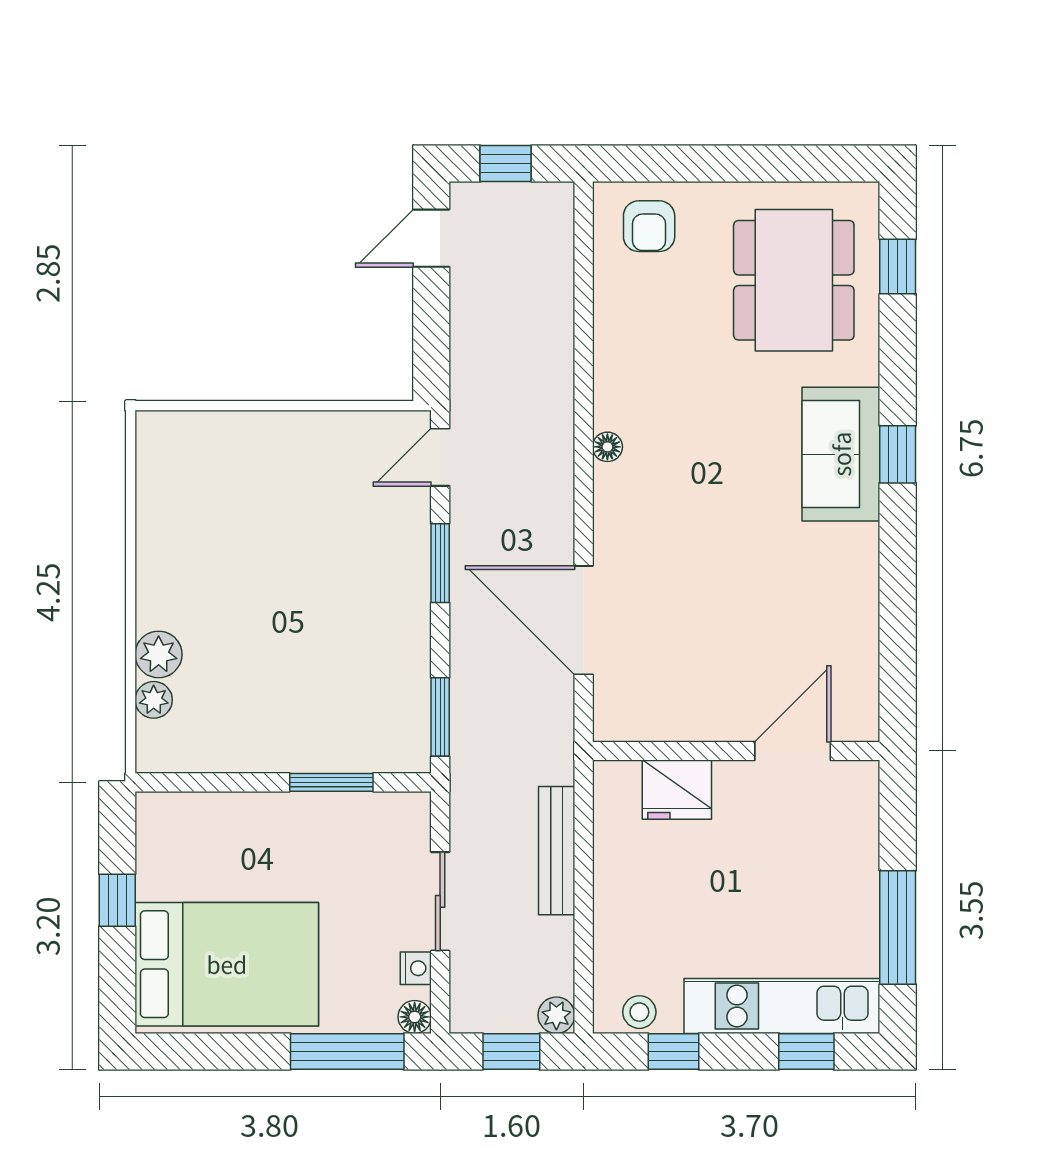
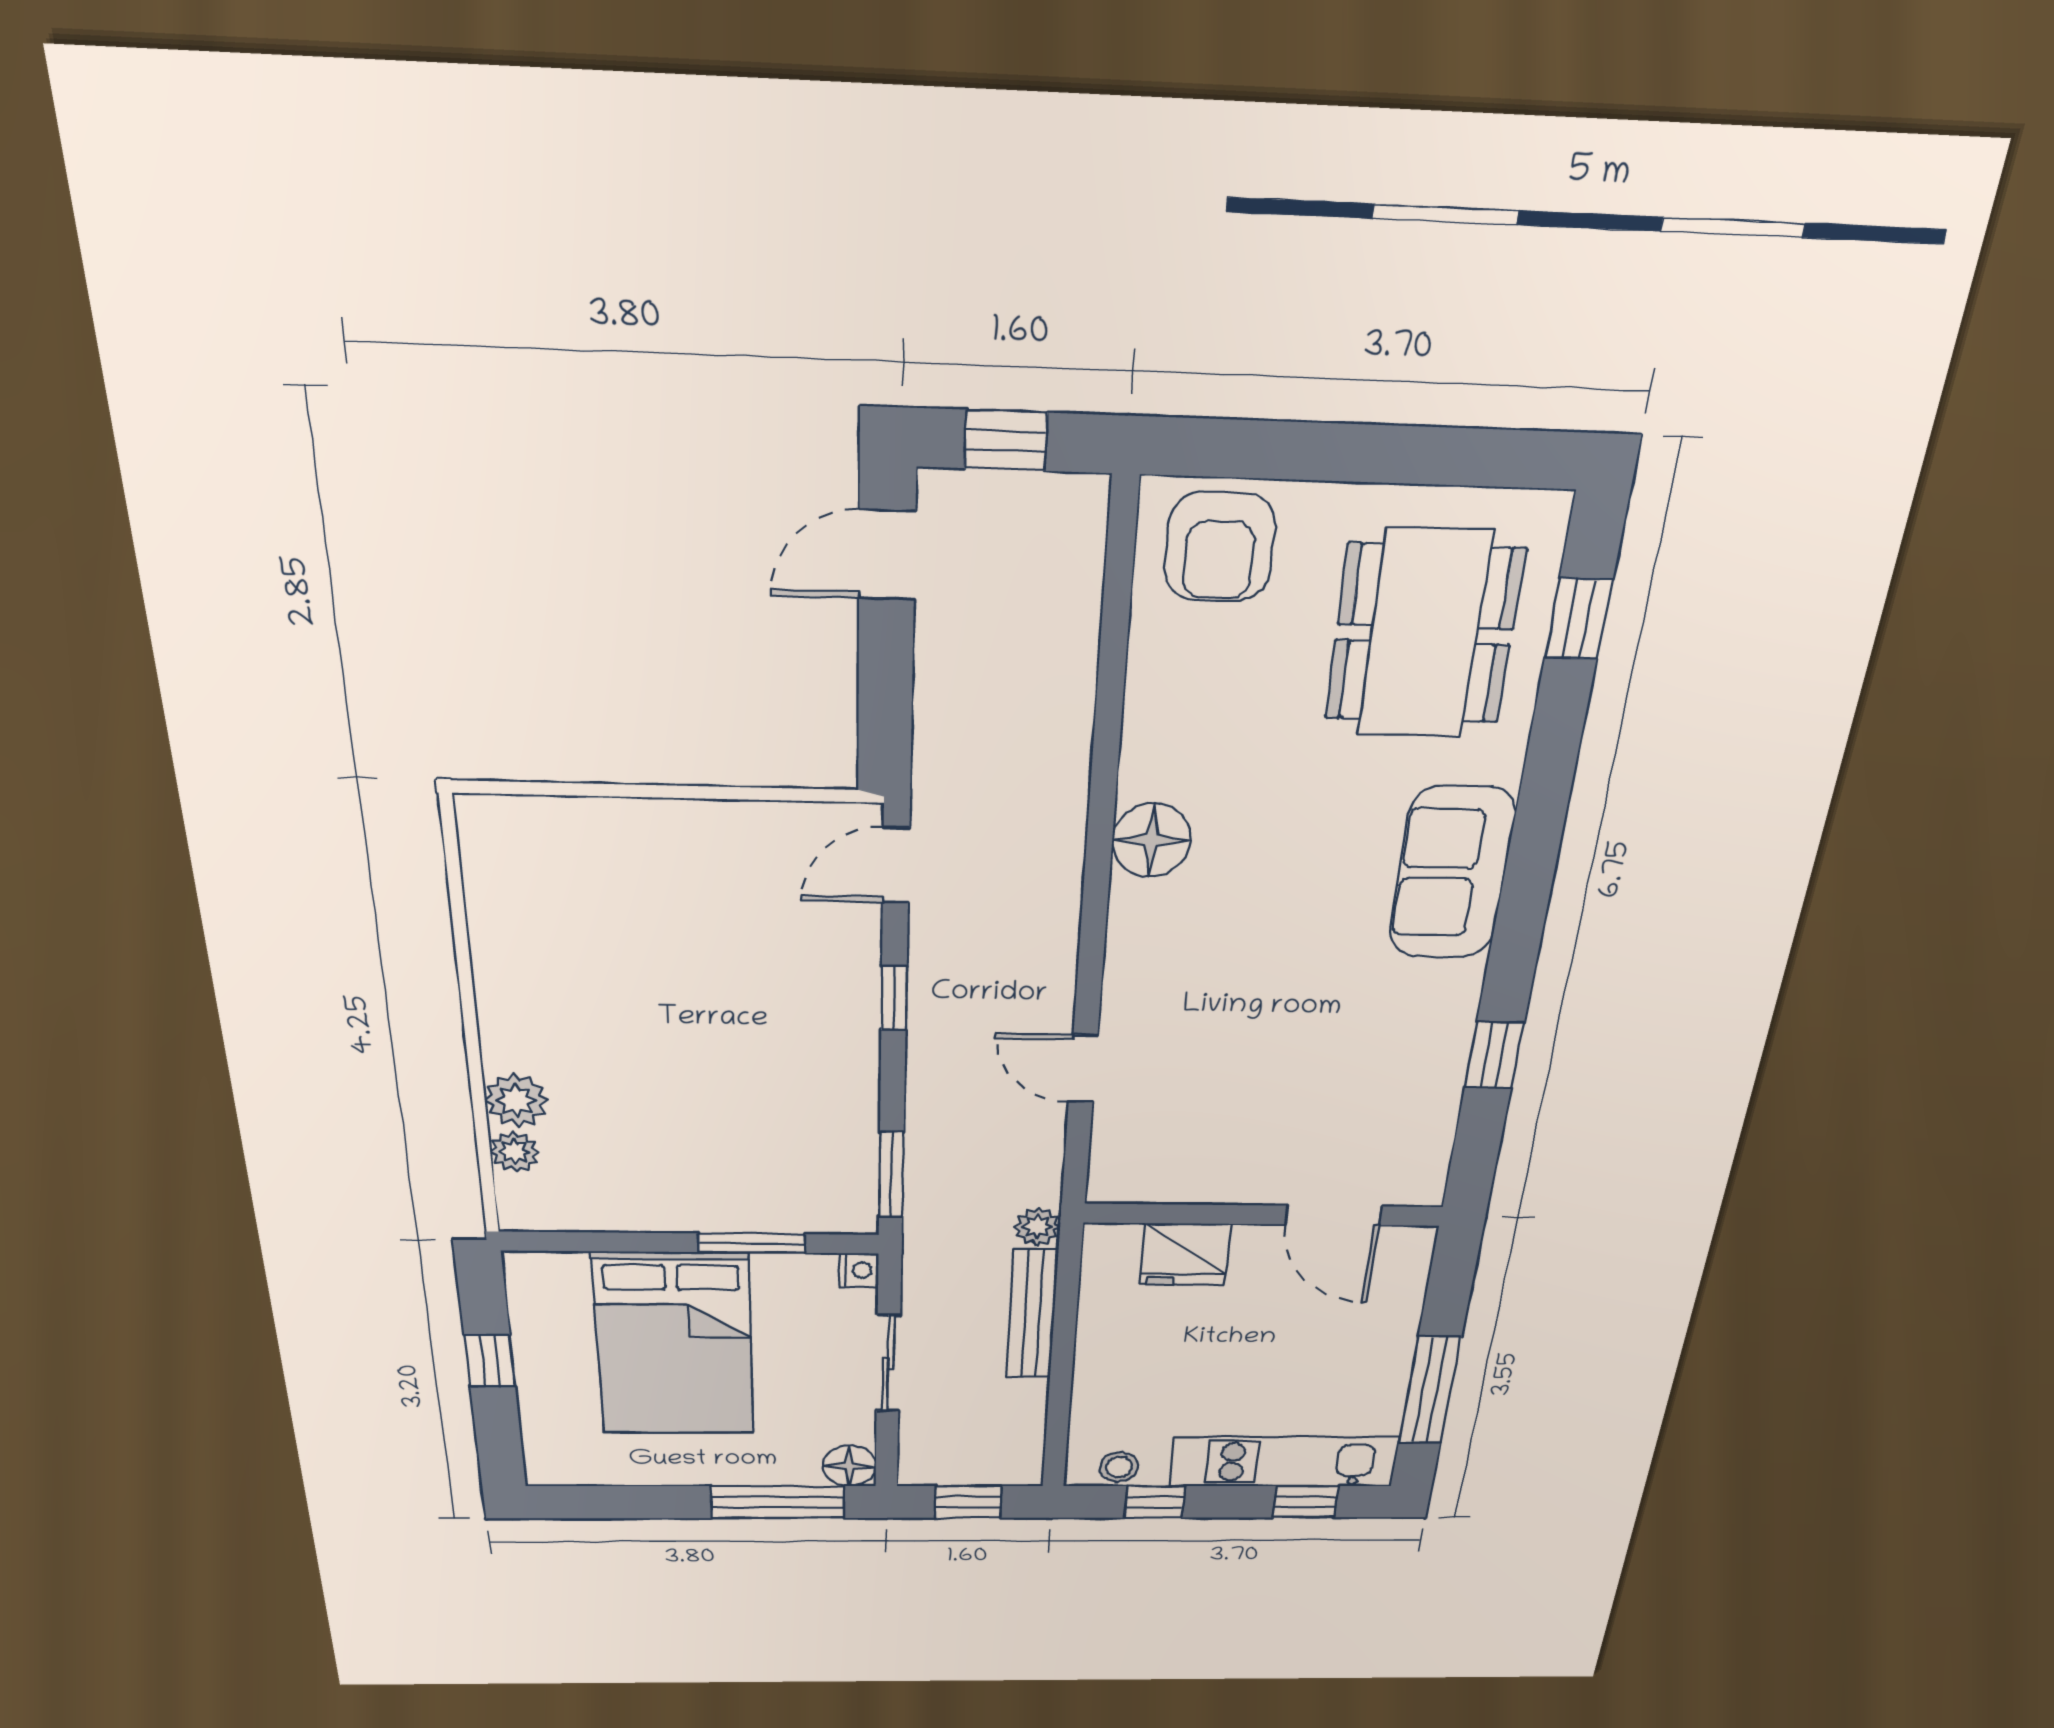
armchair: (649, 226) -> (1220, 547), width x1.38, depth x1.38
floor lamp: (607, 447) -> (1151, 840), width x1.89, depth x1.89
window: (898, 454) -> (1494, 1055), moved
window: (440, 563) -> (894, 998), width x0.67
door: (584, 620) -> (1083, 1069), width x0.53
door: (793, 751) -> (1334, 1215), swing flipped
bed: (227, 964) -> (674, 1345), moved, turned 90
nightstand: (416, 968) -> (859, 1270), moved
plant: (556, 1015) -> (1037, 1227), moved
floor lamp: (415, 1017) -> (849, 1466), width x1.37, depth x1.37

